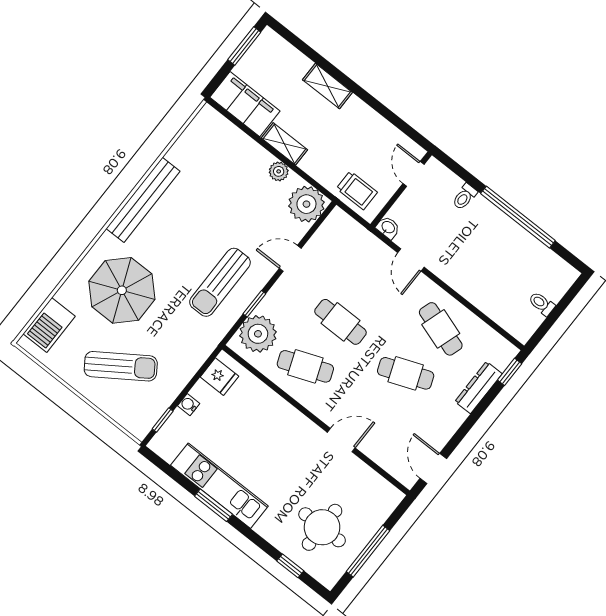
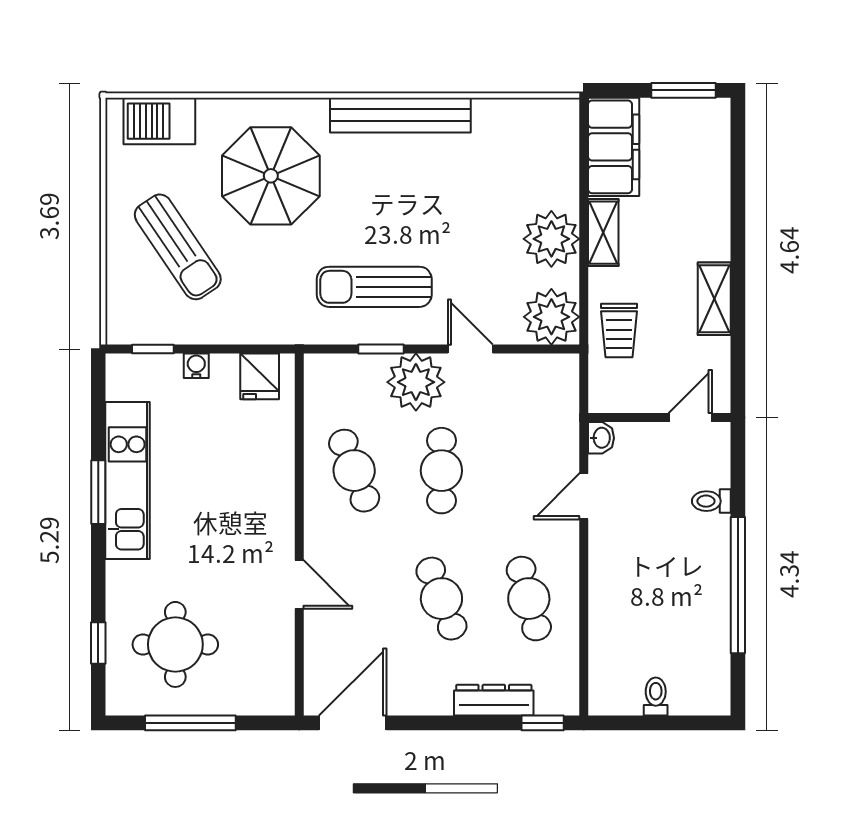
shelving: (327, 86) -> (714, 299), moved
plant: (279, 171) -> (551, 239), width x1.87, depth x1.87
trolley: (357, 190) -> (619, 331), moved
cafe table: (441, 329) -> (529, 599), turned -33
plant: (258, 334) -> (416, 382), moved
door: (433, 469) -> (353, 723), width x1.38

